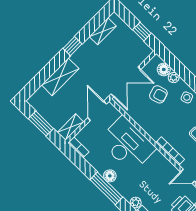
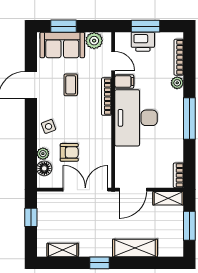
armchair: (158, 94) -> (69, 152), turned 107
desk: (127, 144) -> (136, 118), moved
filing cabinet: (168, 171) -> (124, 81), added
floor lamp: (110, 176) -> (176, 126), removed

